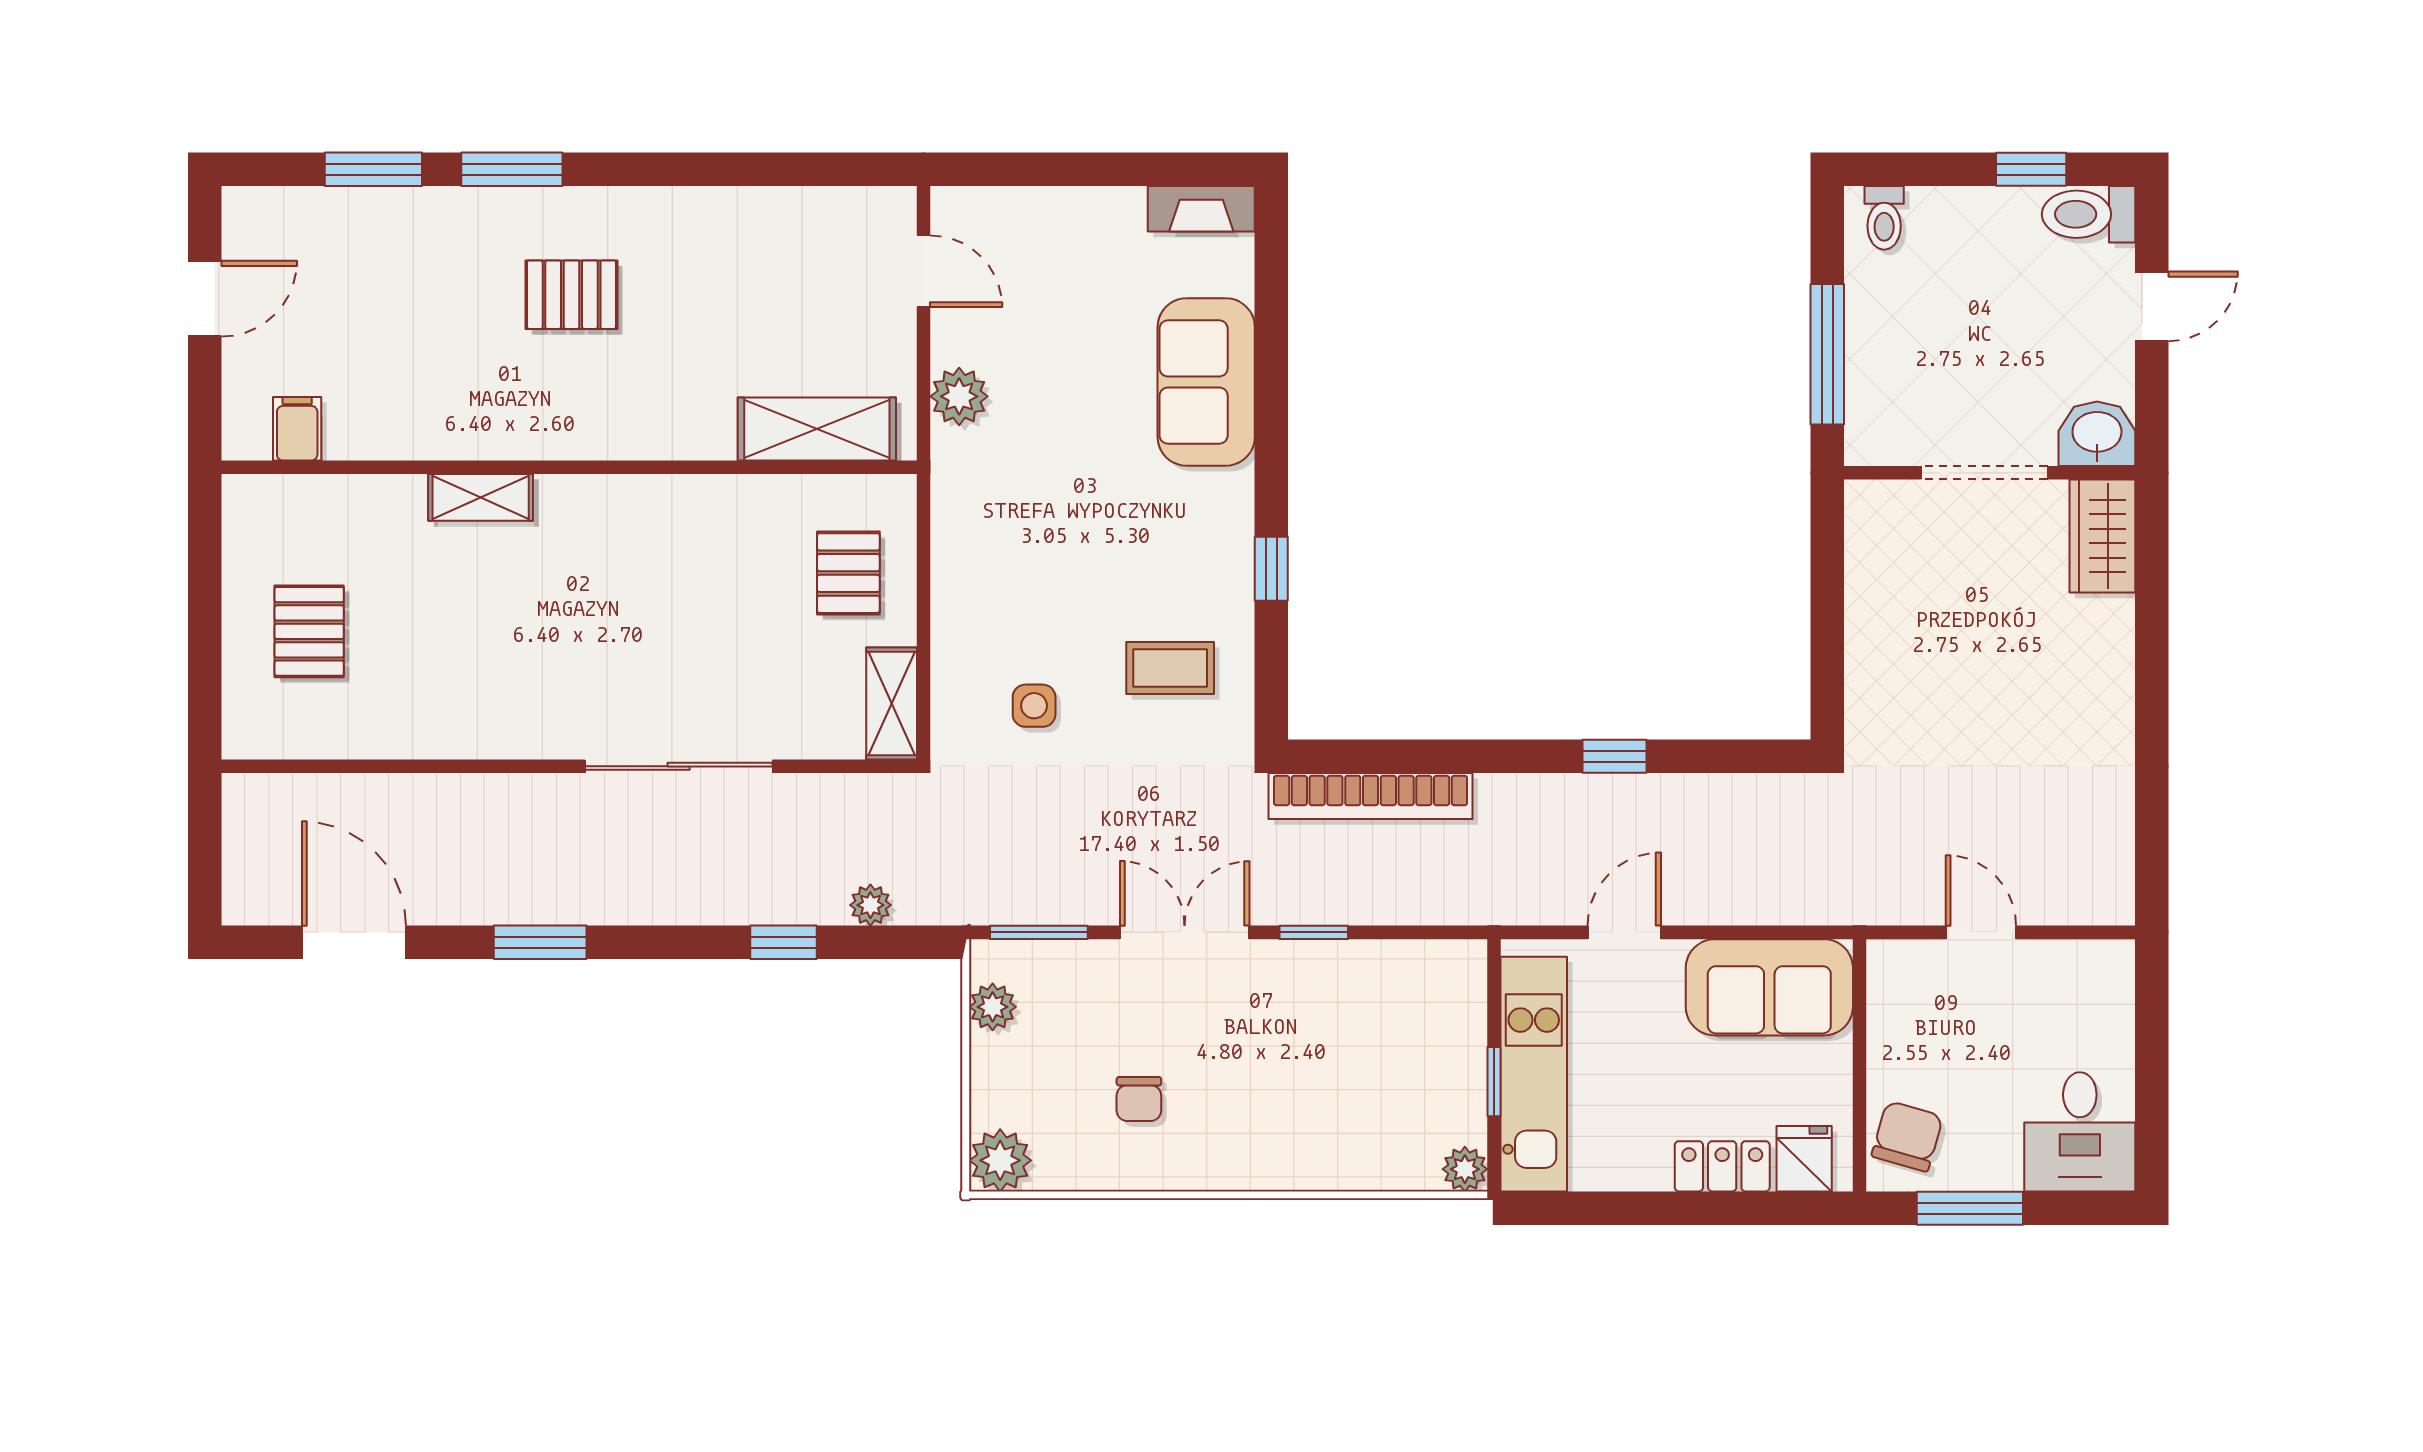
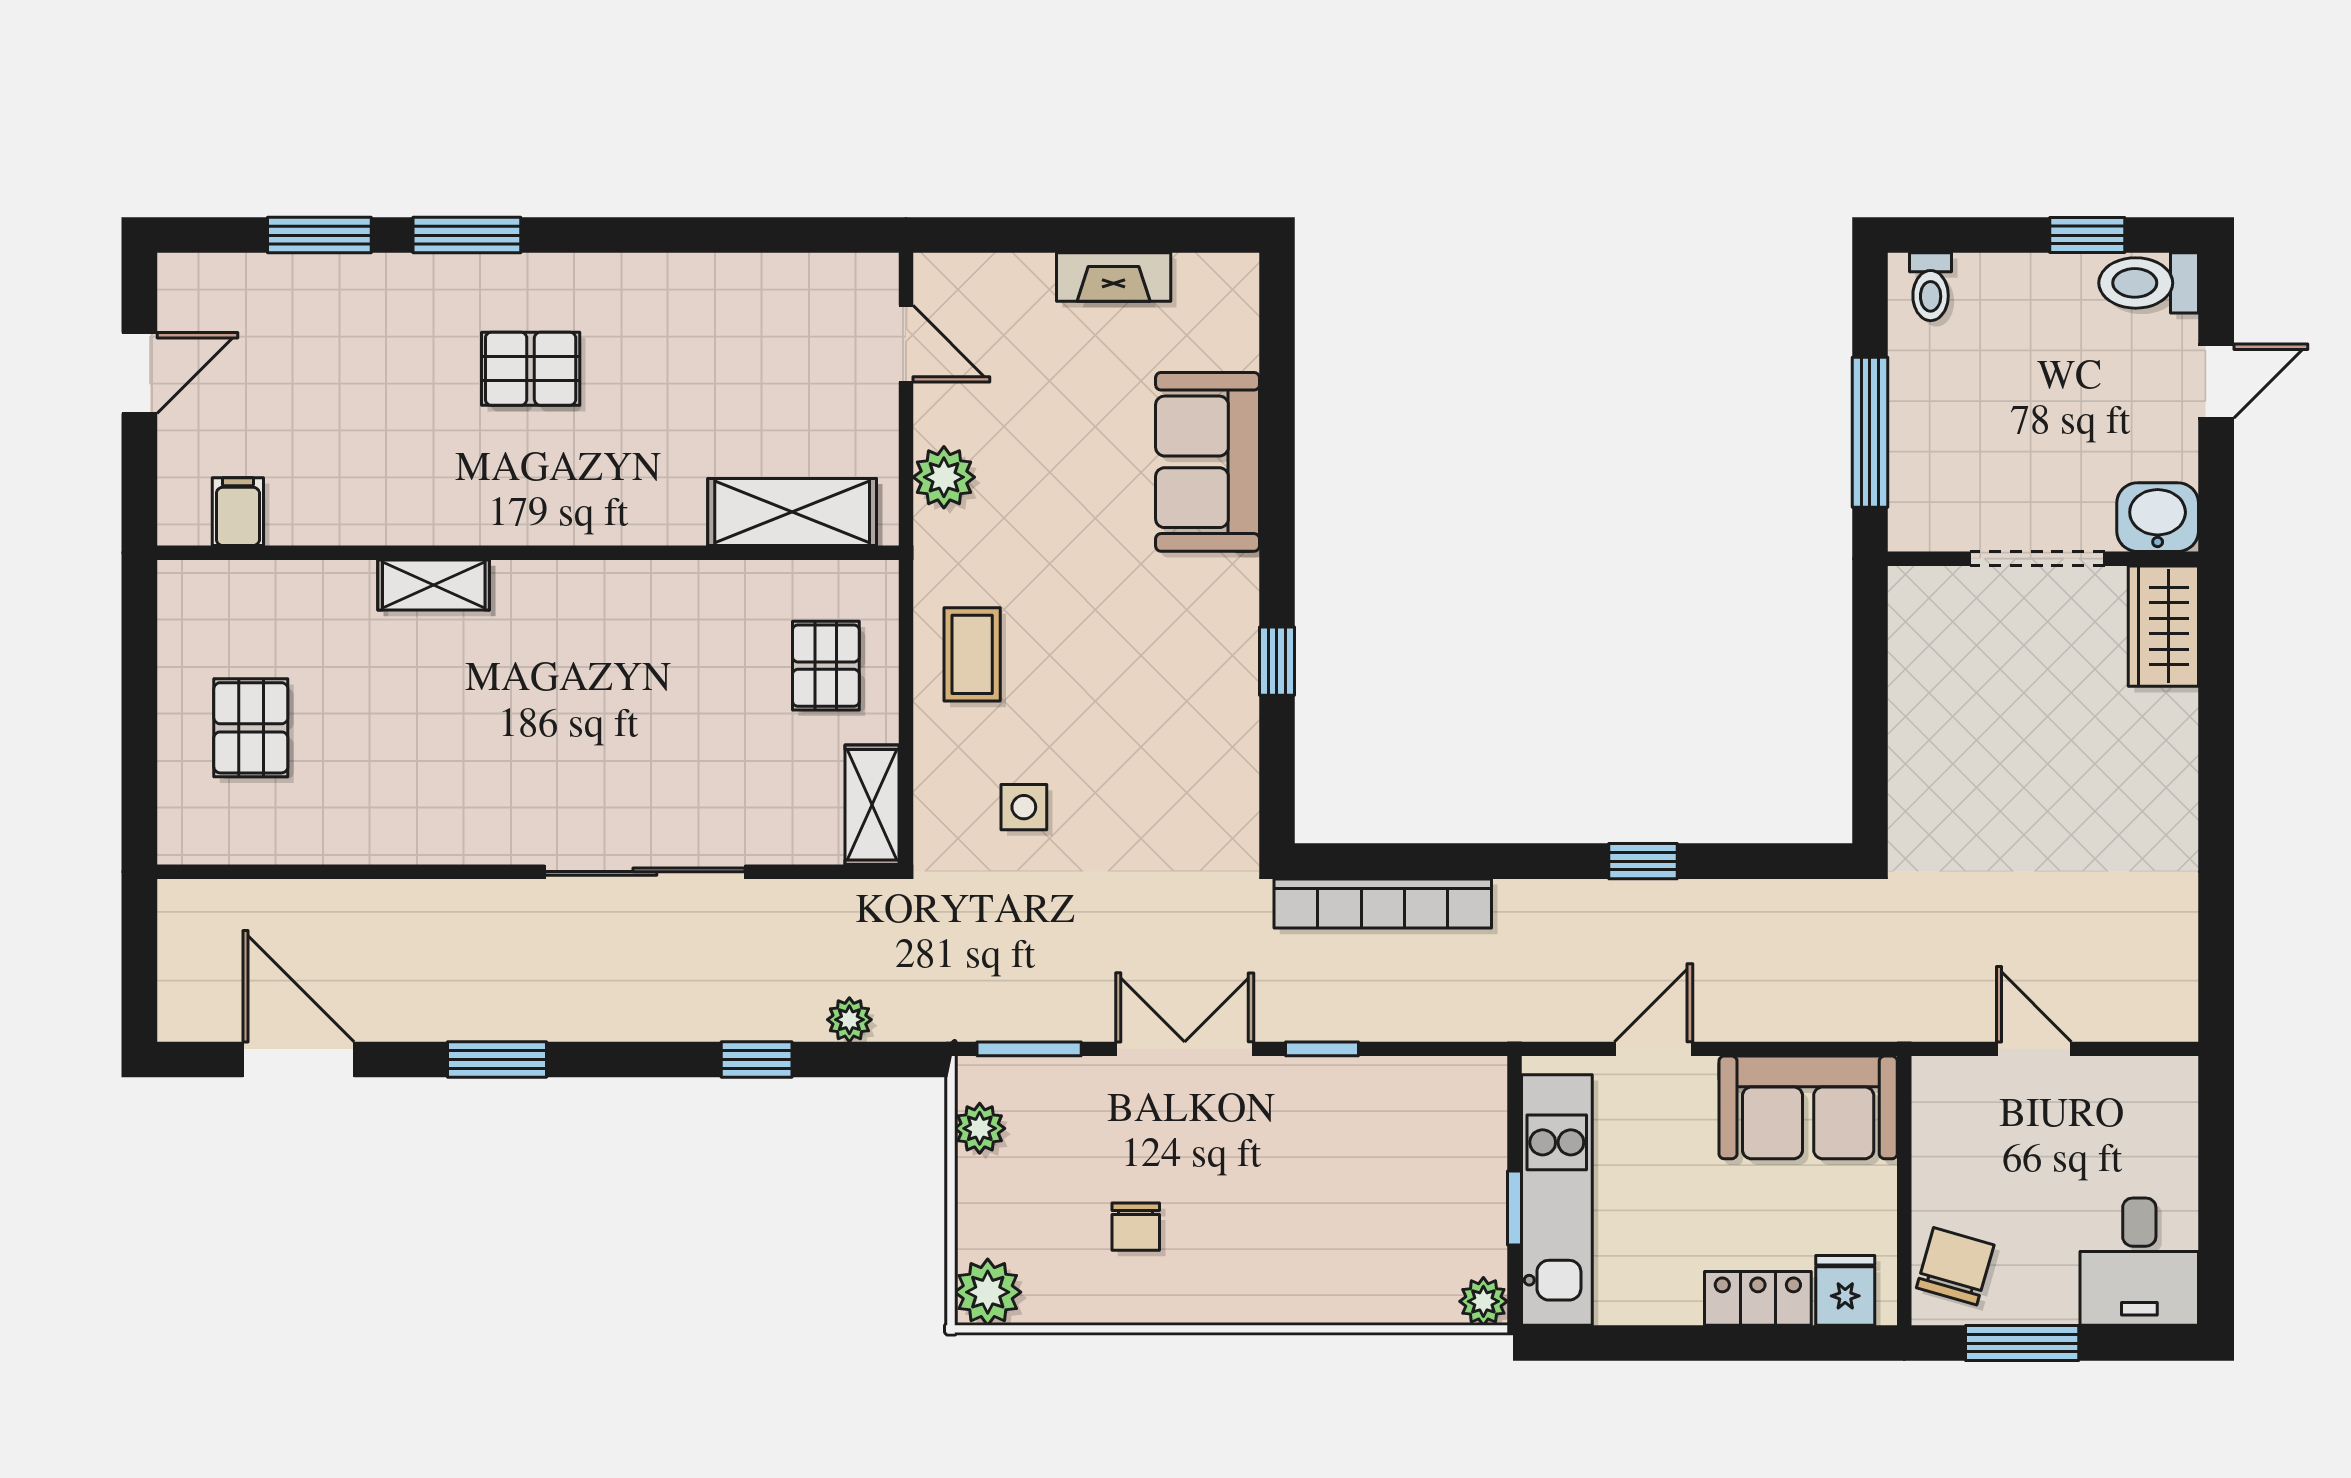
fireplace: (1201, 209) -> (1114, 277), moved
coffee table: (1170, 668) -> (972, 654), moved, turned 90

